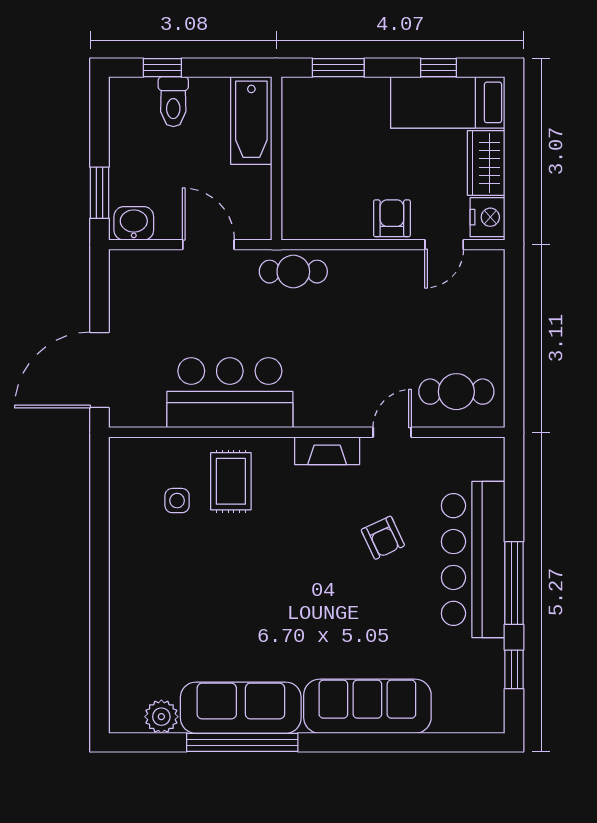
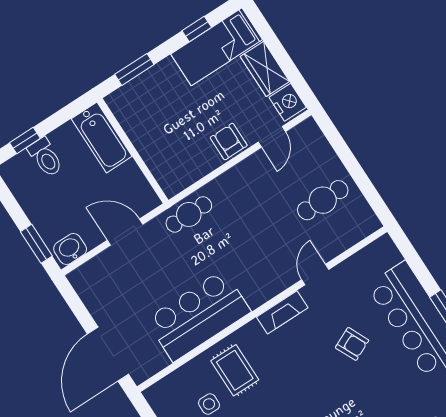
cafe table: (456, 392) -> (323, 200), moved

